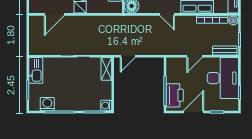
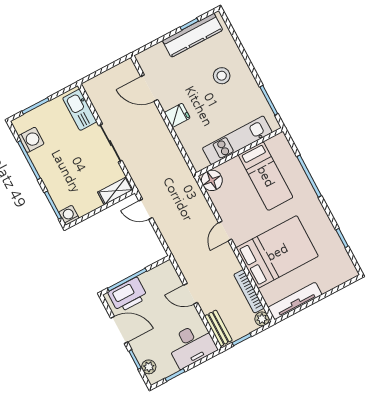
kitchen sink: (36, 70) -> (80, 110), moved, turned 90
desk: (223, 78) -> (191, 345), width x0.73, depth x0.77
plant: (226, 106) -> (149, 367), added

